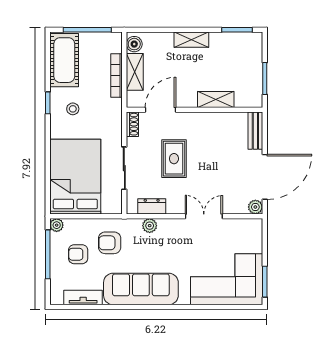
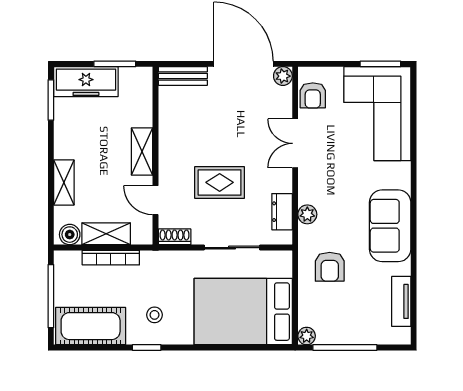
shelving: (191, 40) -> (64, 182), moved
freezer: (251, 57) -> (86, 82), added
shelving: (216, 99) -> (142, 152), moved
door: (160, 110) -> (156, 200), width x0.73
armchair: (78, 254) -> (313, 95), moved
sofa: (141, 289) -> (390, 226), width x0.73

